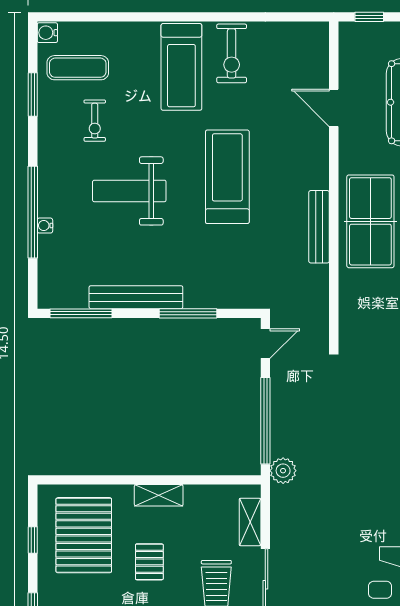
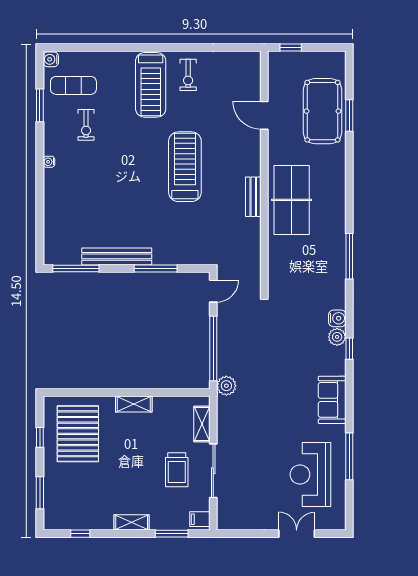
exercise bike: (232, 53) -> (188, 75), width x0.73, depth x0.72
weight bench: (129, 191) -> (112, 177), removed
window: (33, 212) -> (40, 193), removed
water cooler: (45, 226) -> (49, 162), moved
bench: (319, 227) -> (253, 197), width x0.73
pallet: (149, 562) -> (127, 454), removed

